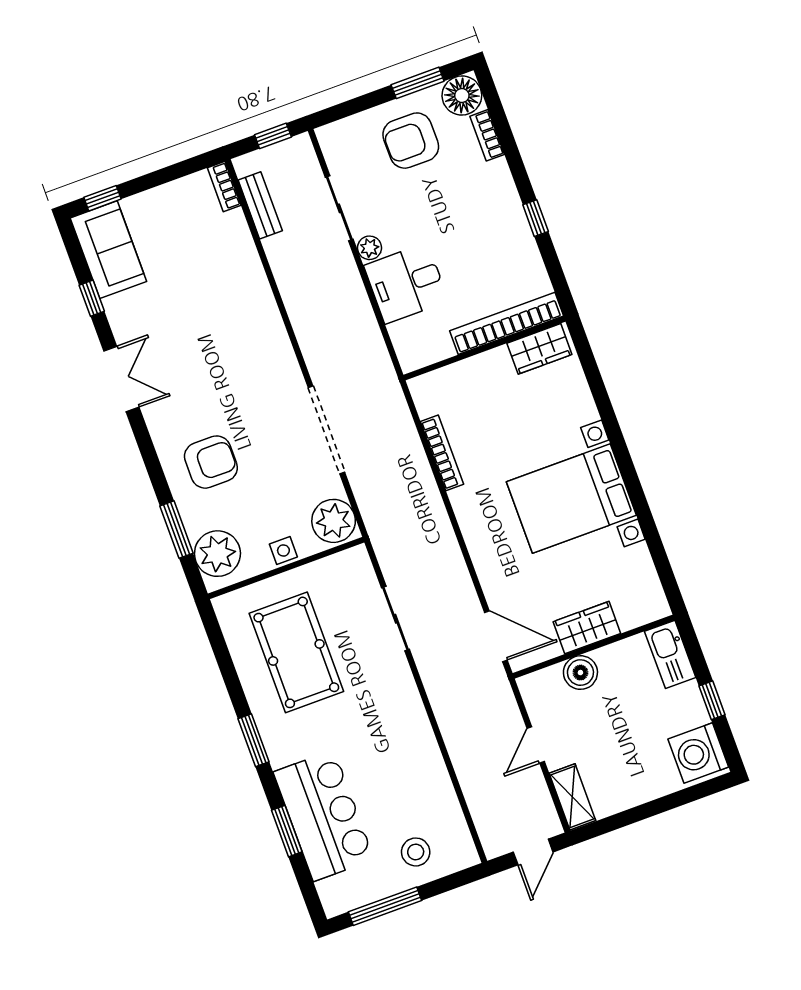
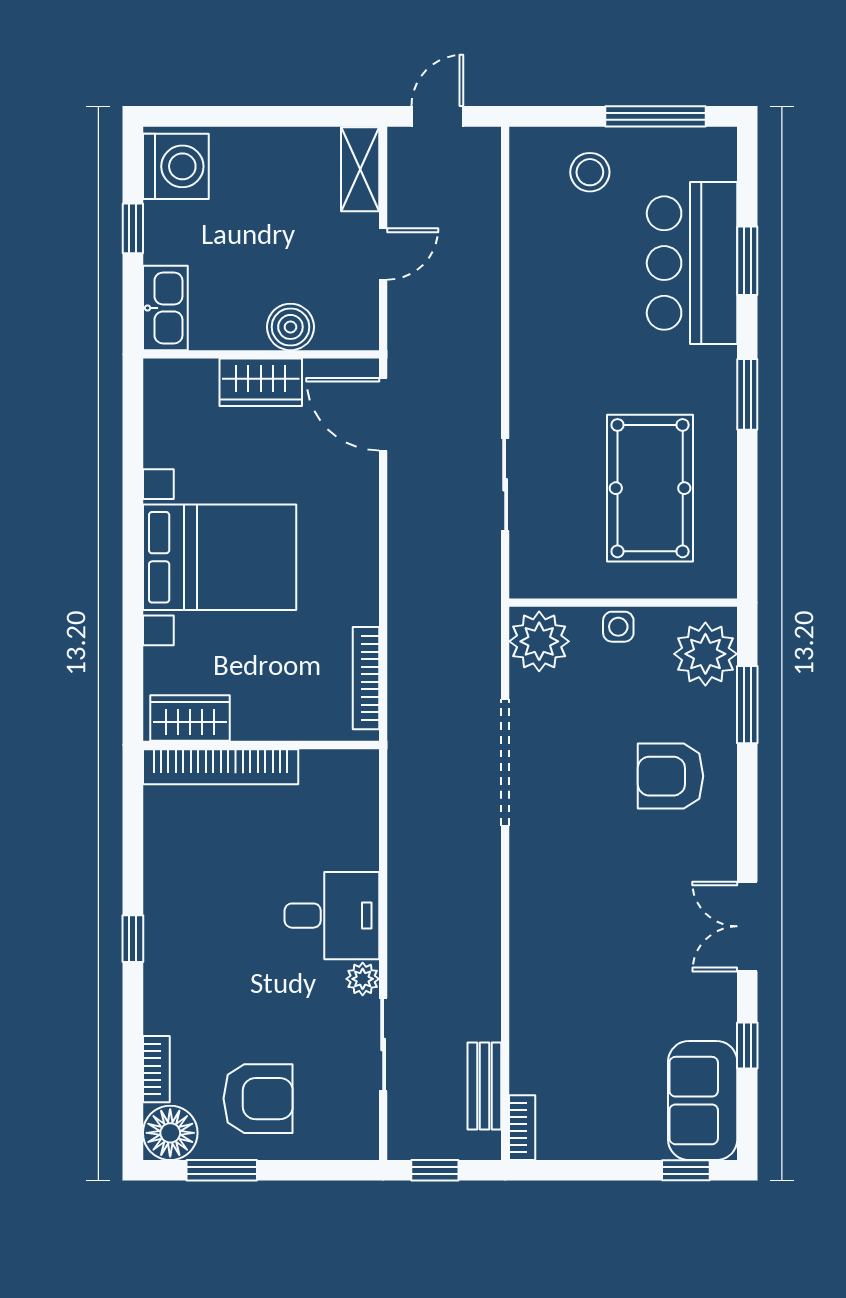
bookcase: (507, 323) -> (221, 767), moved
wall: (484, 348) -> (261, 745), moved
wardrobe: (539, 349) -> (190, 718), moved

